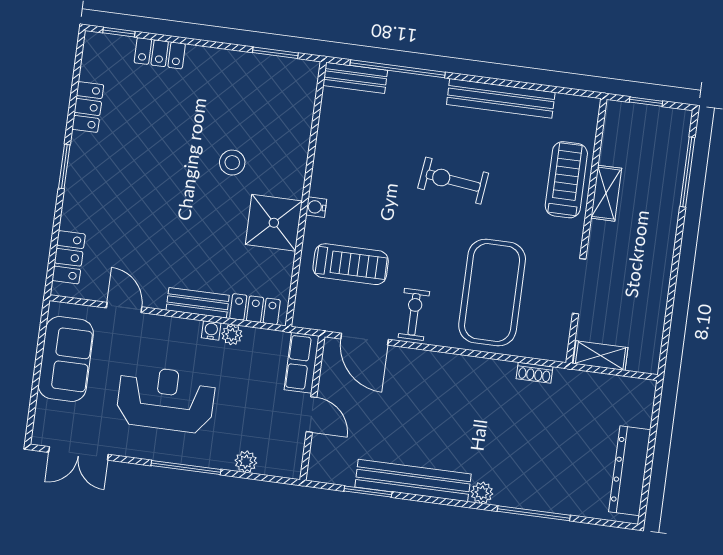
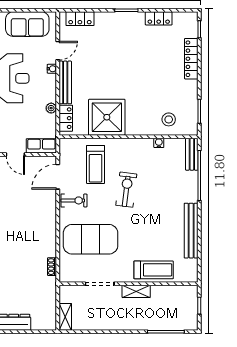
locker: (160, 53) -> (191, 59), width x1.53
stool: (232, 163) -> (169, 119), moved
exercise bike: (453, 181) -> (126, 190), moved
shelving: (606, 193) -> (136, 291), moved
water cooler: (316, 207) -> (159, 143), moved
shower: (274, 223) -> (107, 117), width x1.37, depth x1.37
bench: (198, 303) -> (65, 82), width x1.36
water cooler: (211, 330) -> (52, 69), moved
shelving: (601, 356) -> (65, 317), moved
door: (312, 414) -> (15, 154), hinge flipped

